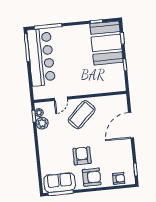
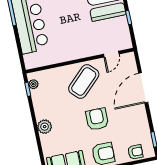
door: (61, 99) -> (111, 54), moved
plant: (42, 123) -> (45, 127), moved
armchair: (82, 156) -> (97, 119), moved

